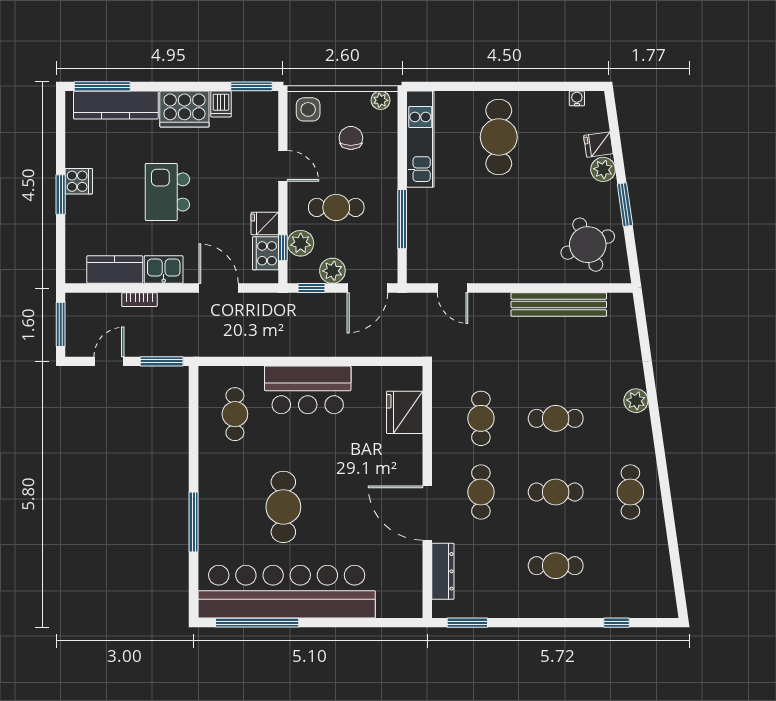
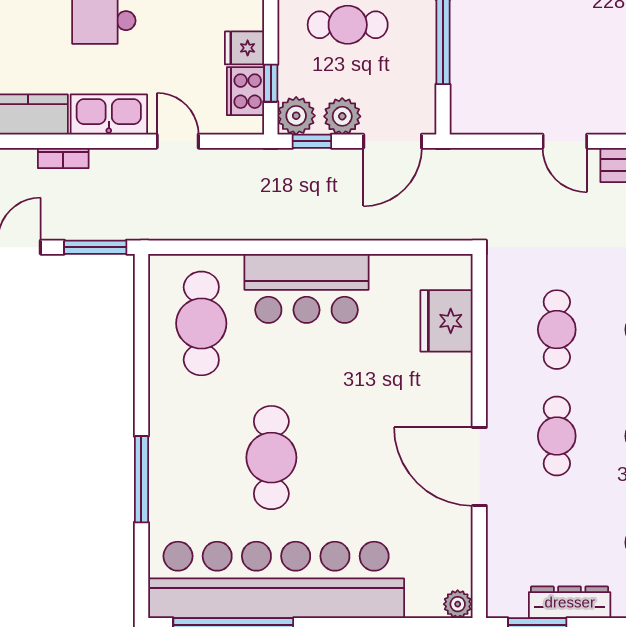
plant: (301, 243) -> (296, 116), moved
kitchen sink: (164, 269) -> (109, 114), width x1.38
door: (219, 288) -> (178, 141), width x0.73
door: (453, 288) -> (565, 141), moved
cafe table: (235, 414) -> (201, 323), width x1.37, depth x1.35
dresser: (443, 571) -> (570, 602), moved, turned -90
plant: (412, 608) -> (458, 604), added

